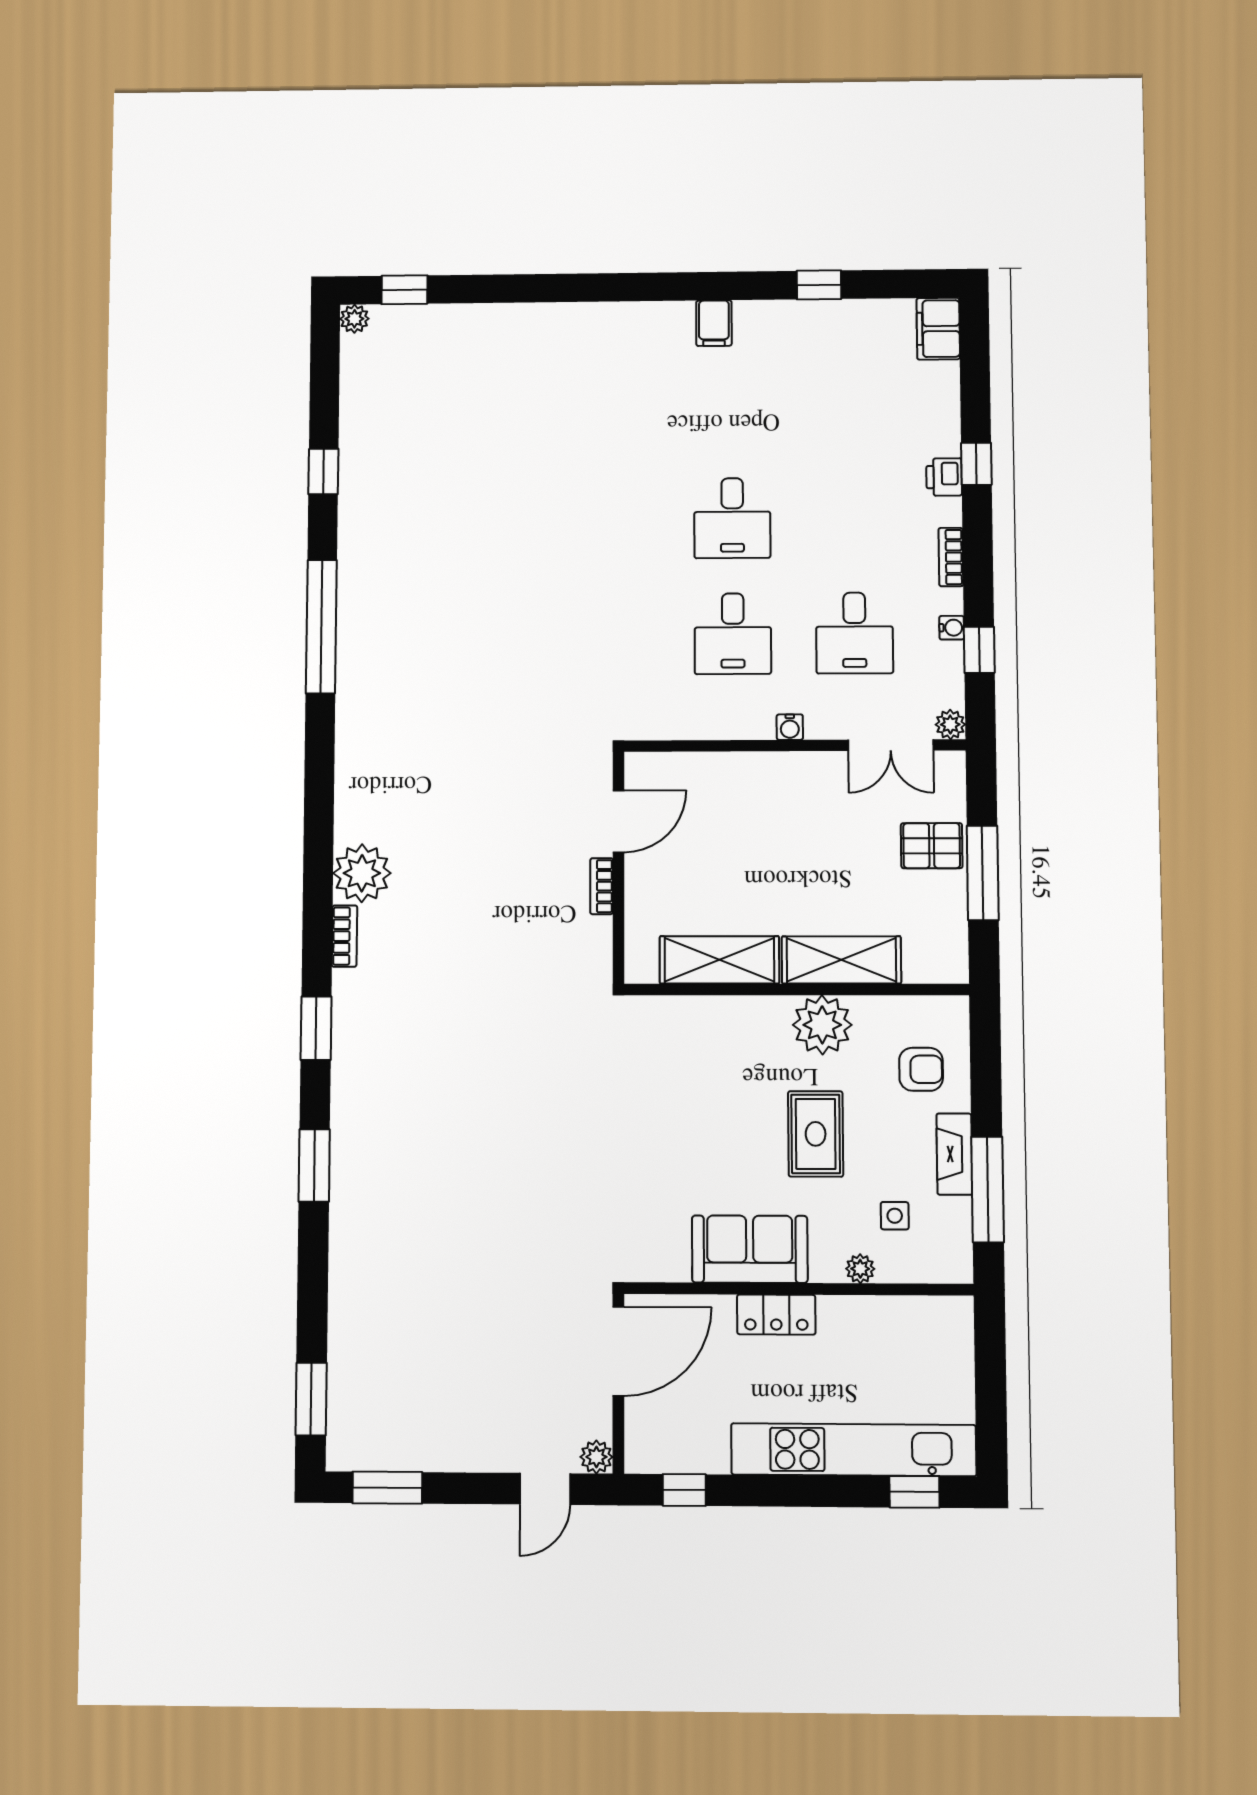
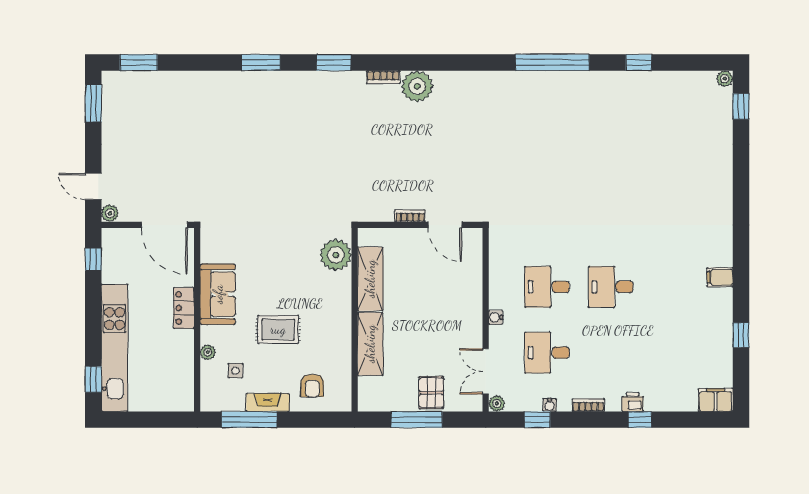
plant: (822, 1025) -> (336, 255), moved

